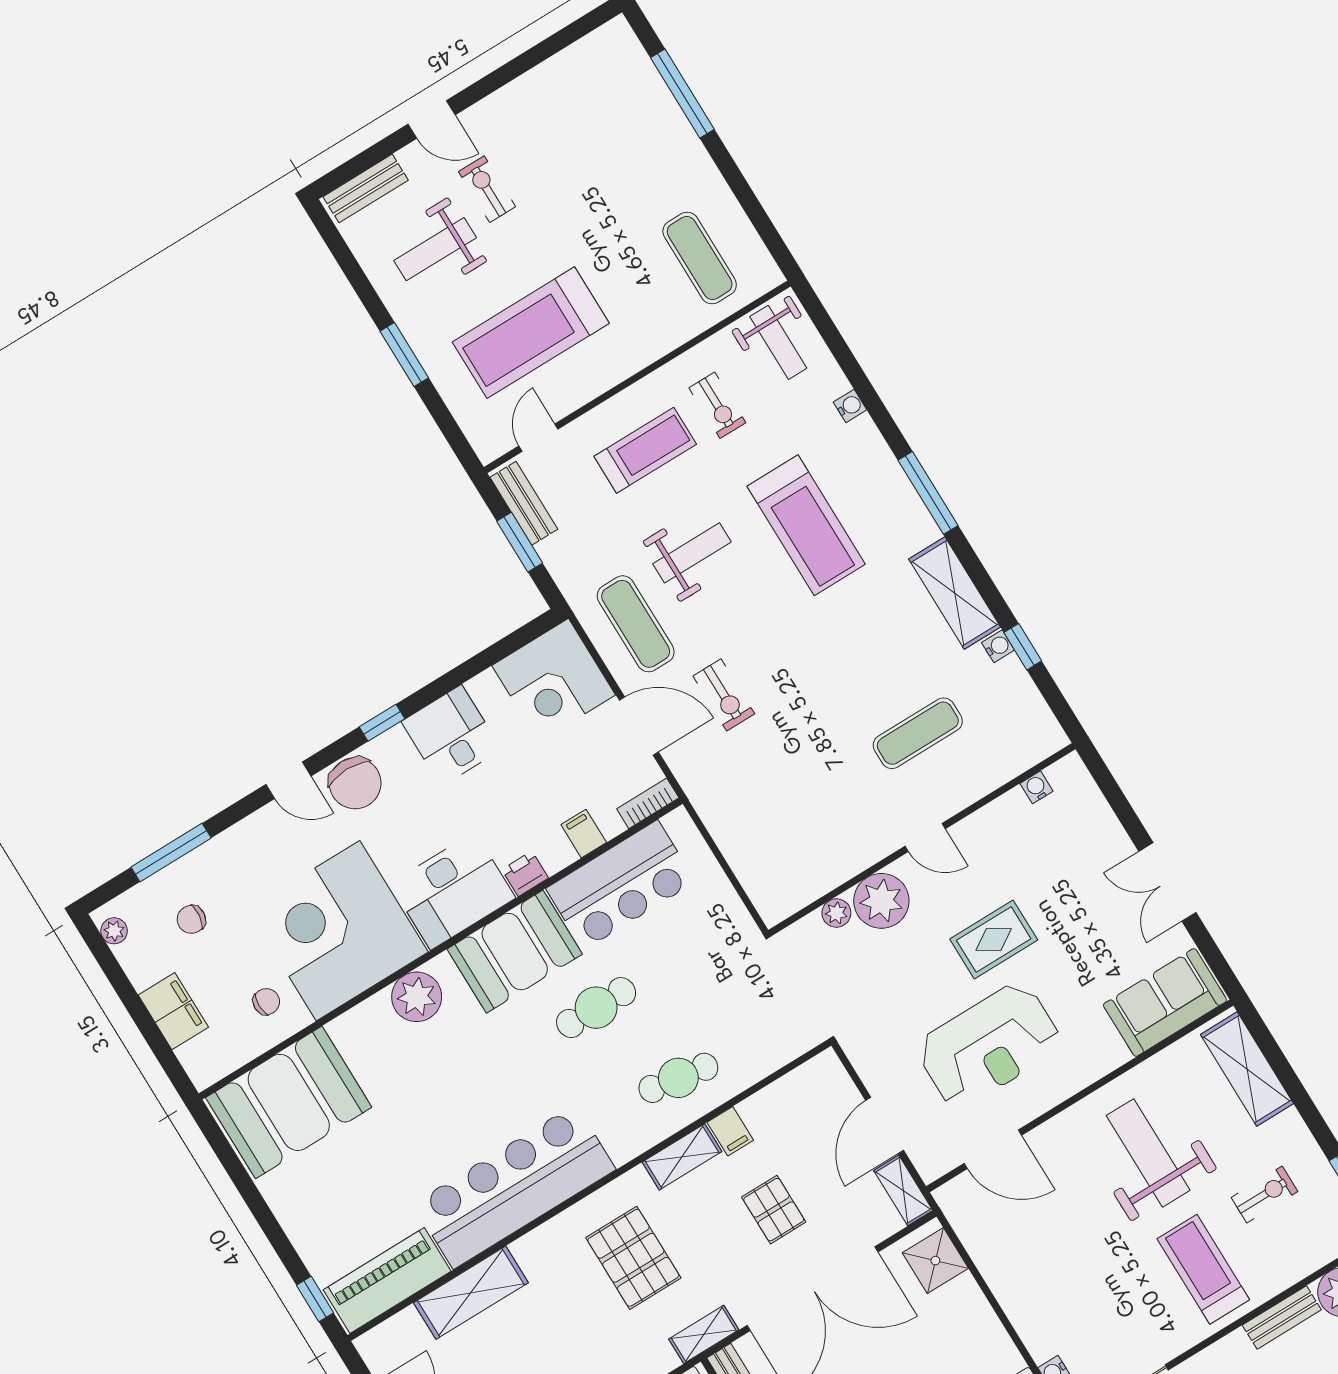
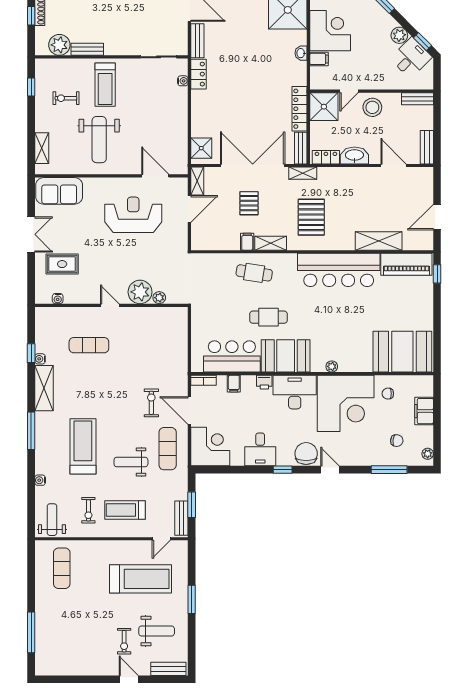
exercise bike: (717, 405) -> (88, 510), turned 180
rug: (994, 940) -> (62, 264), moved
plant: (417, 997) -> (332, 366), width x0.53, depth x0.53
shelving: (1247, 1069) -> (42, 148), width x0.67, depth x0.75

